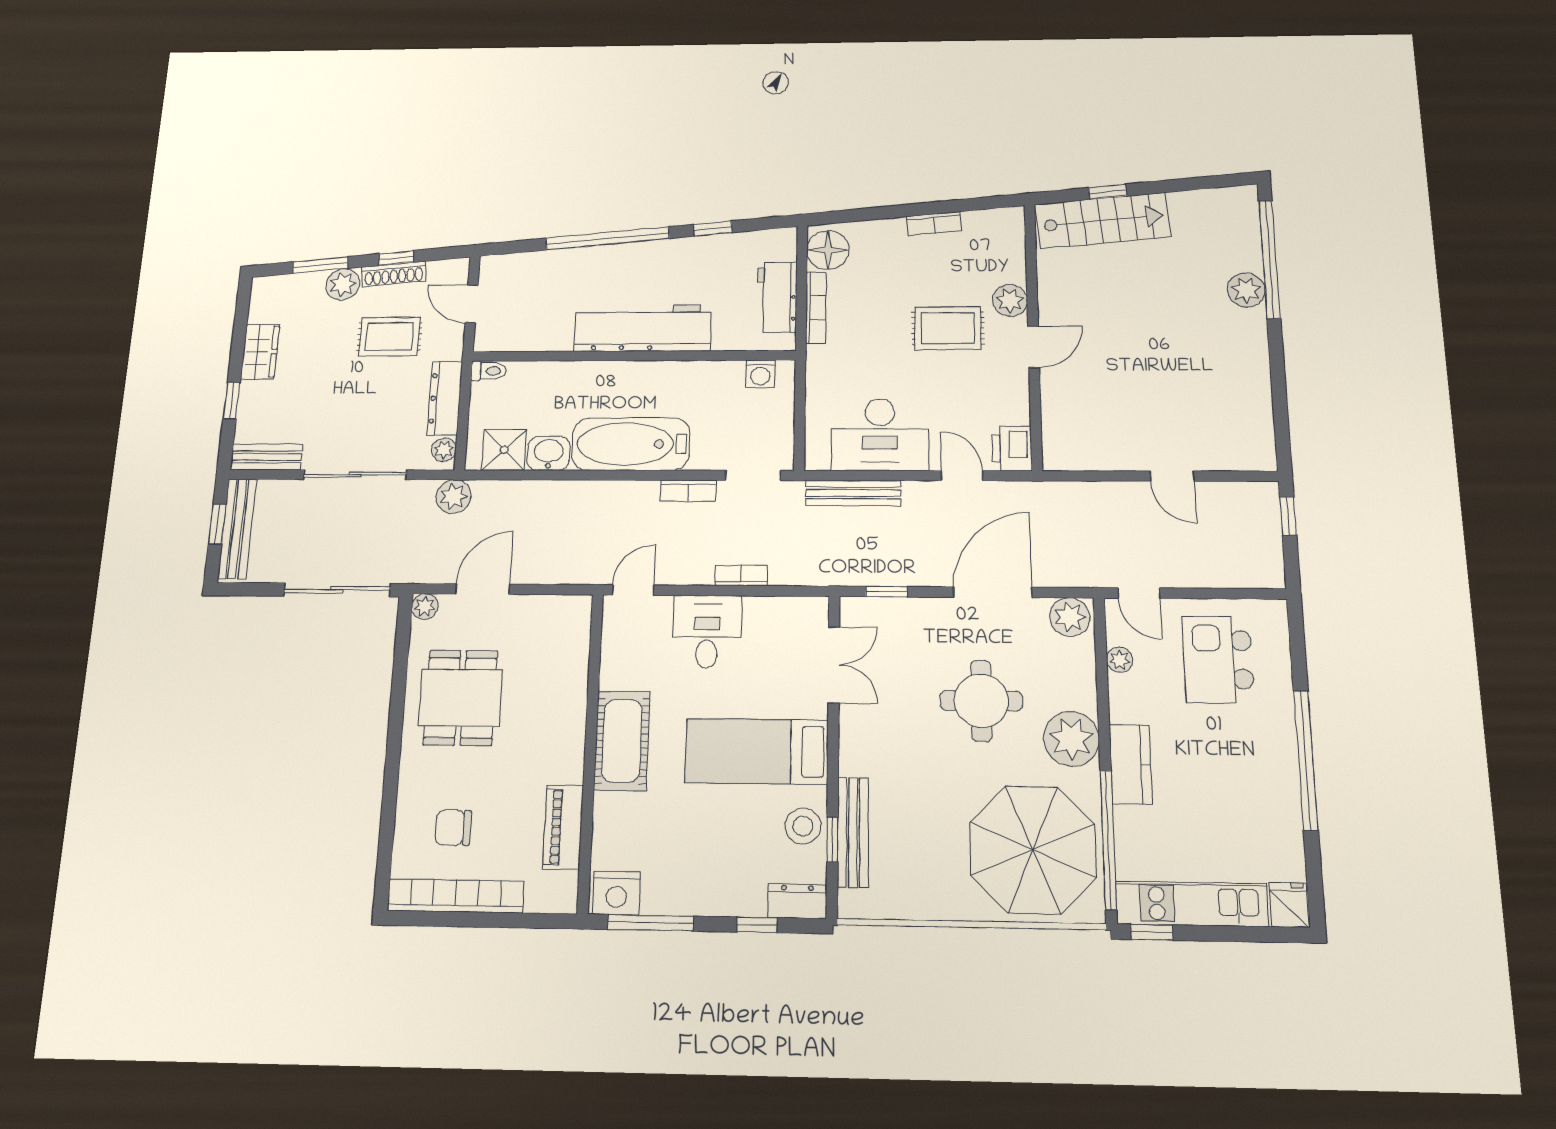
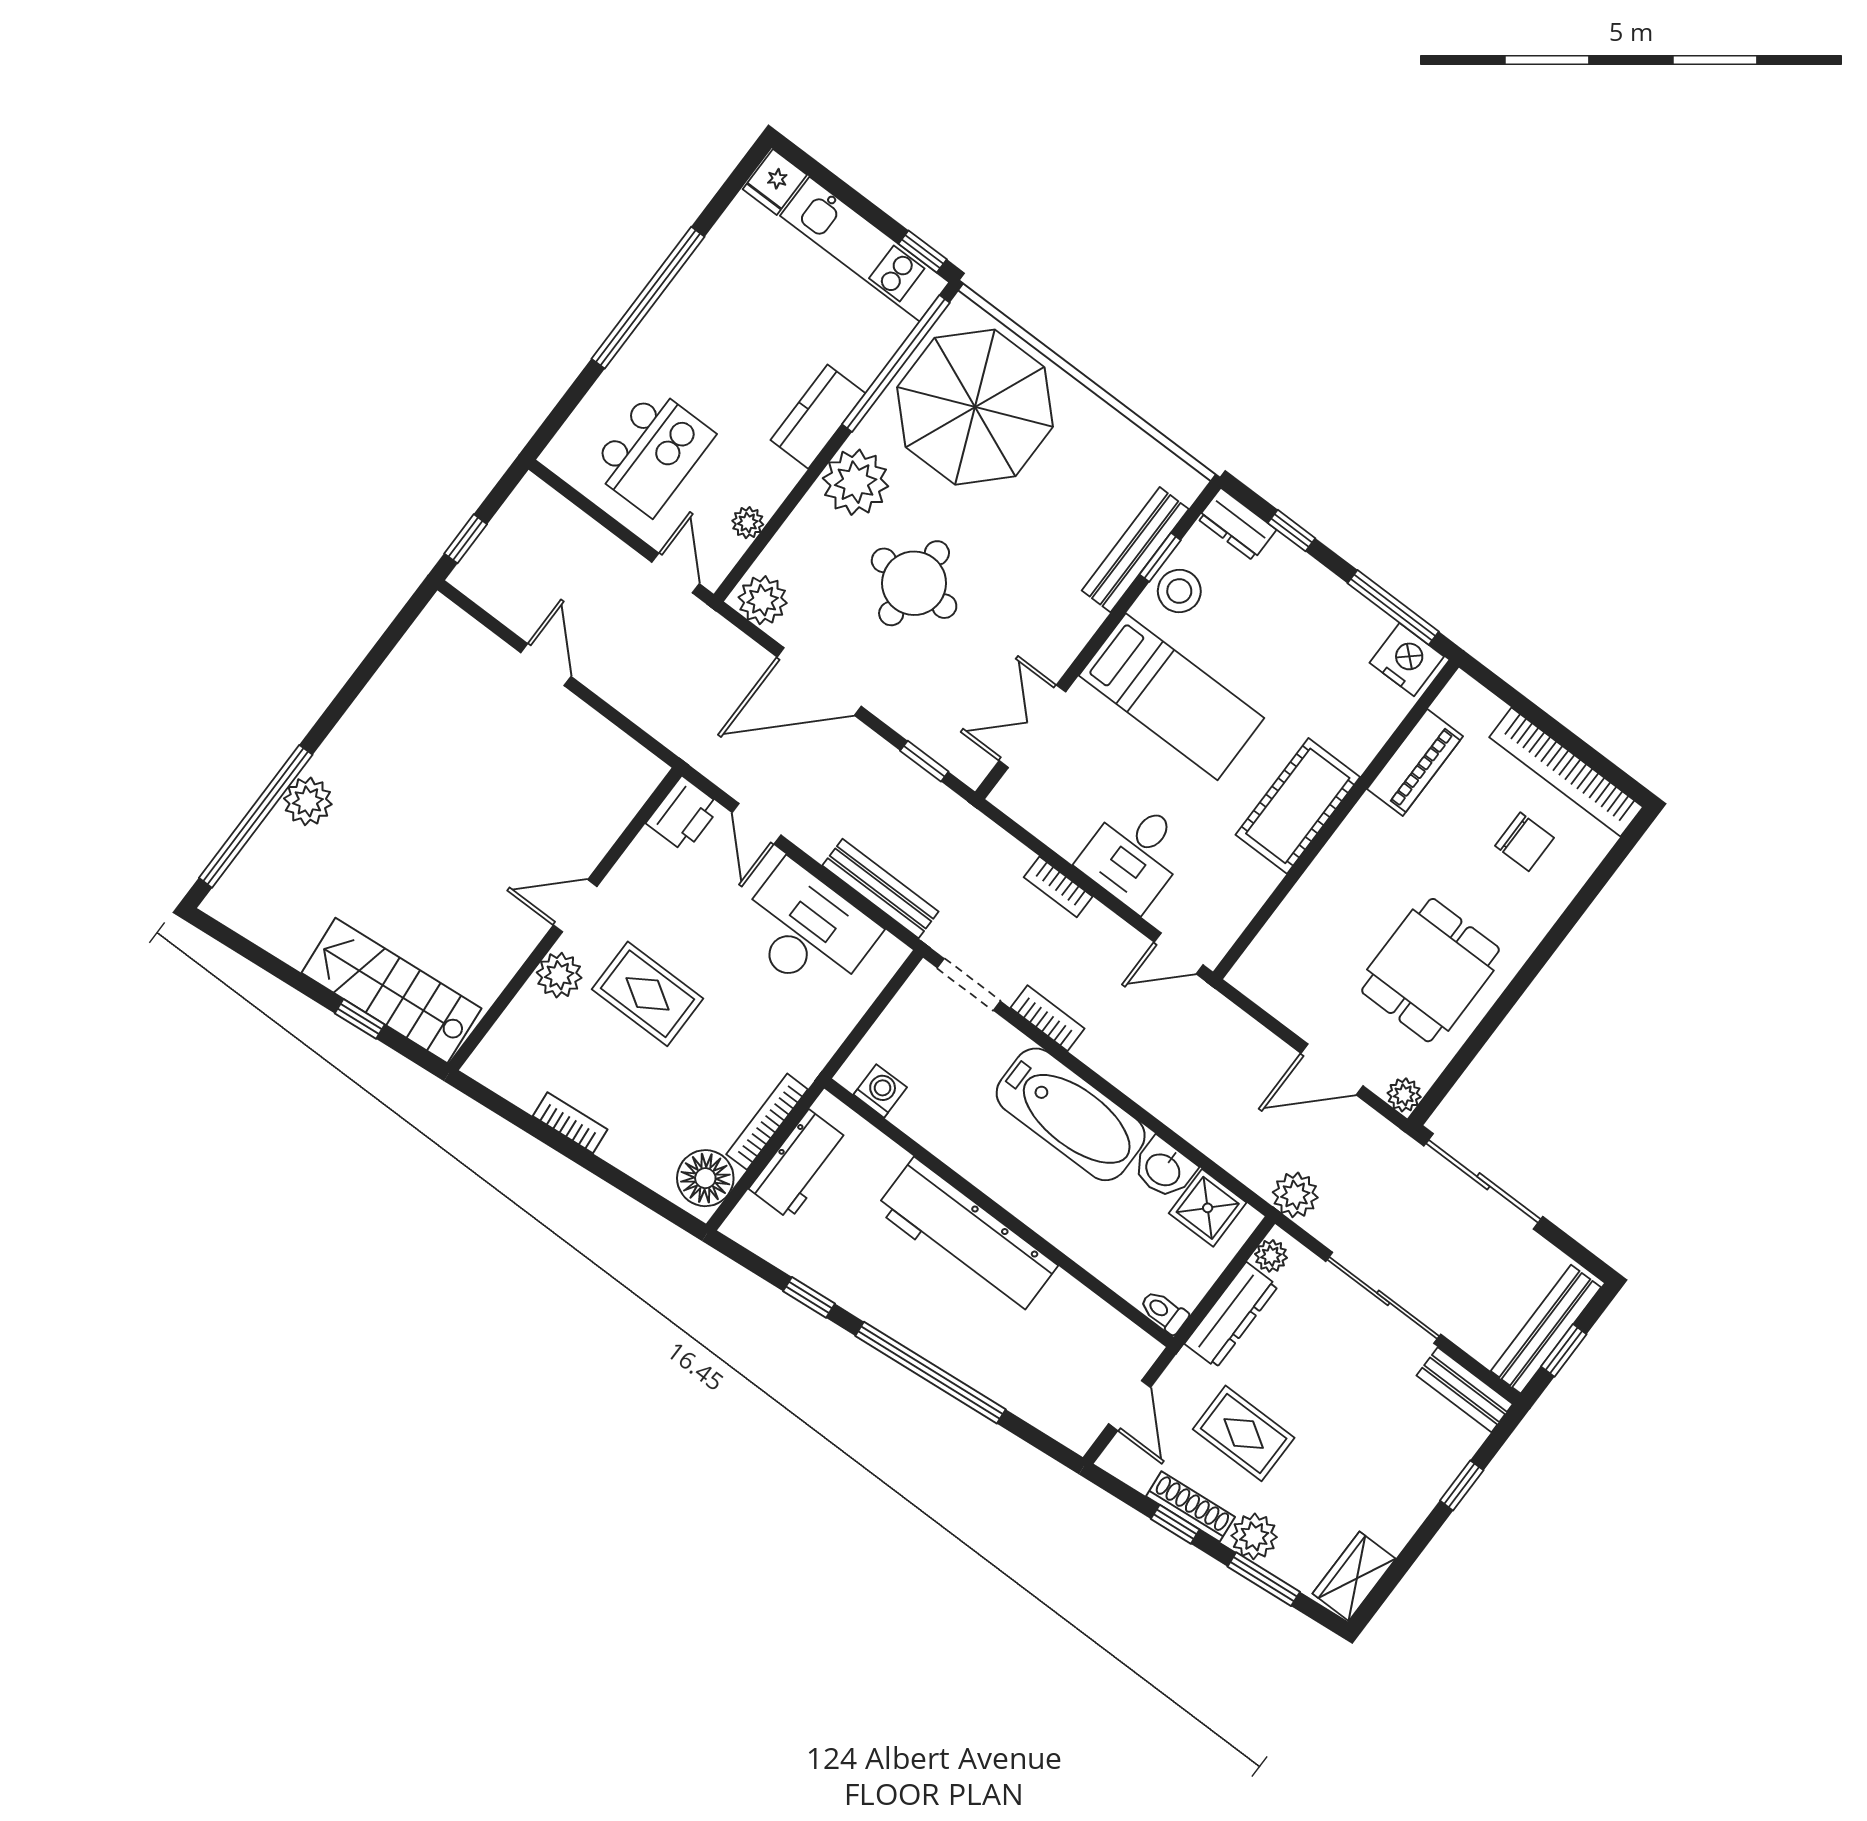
wardrobe: (260, 352) -> (1354, 1576), moved

